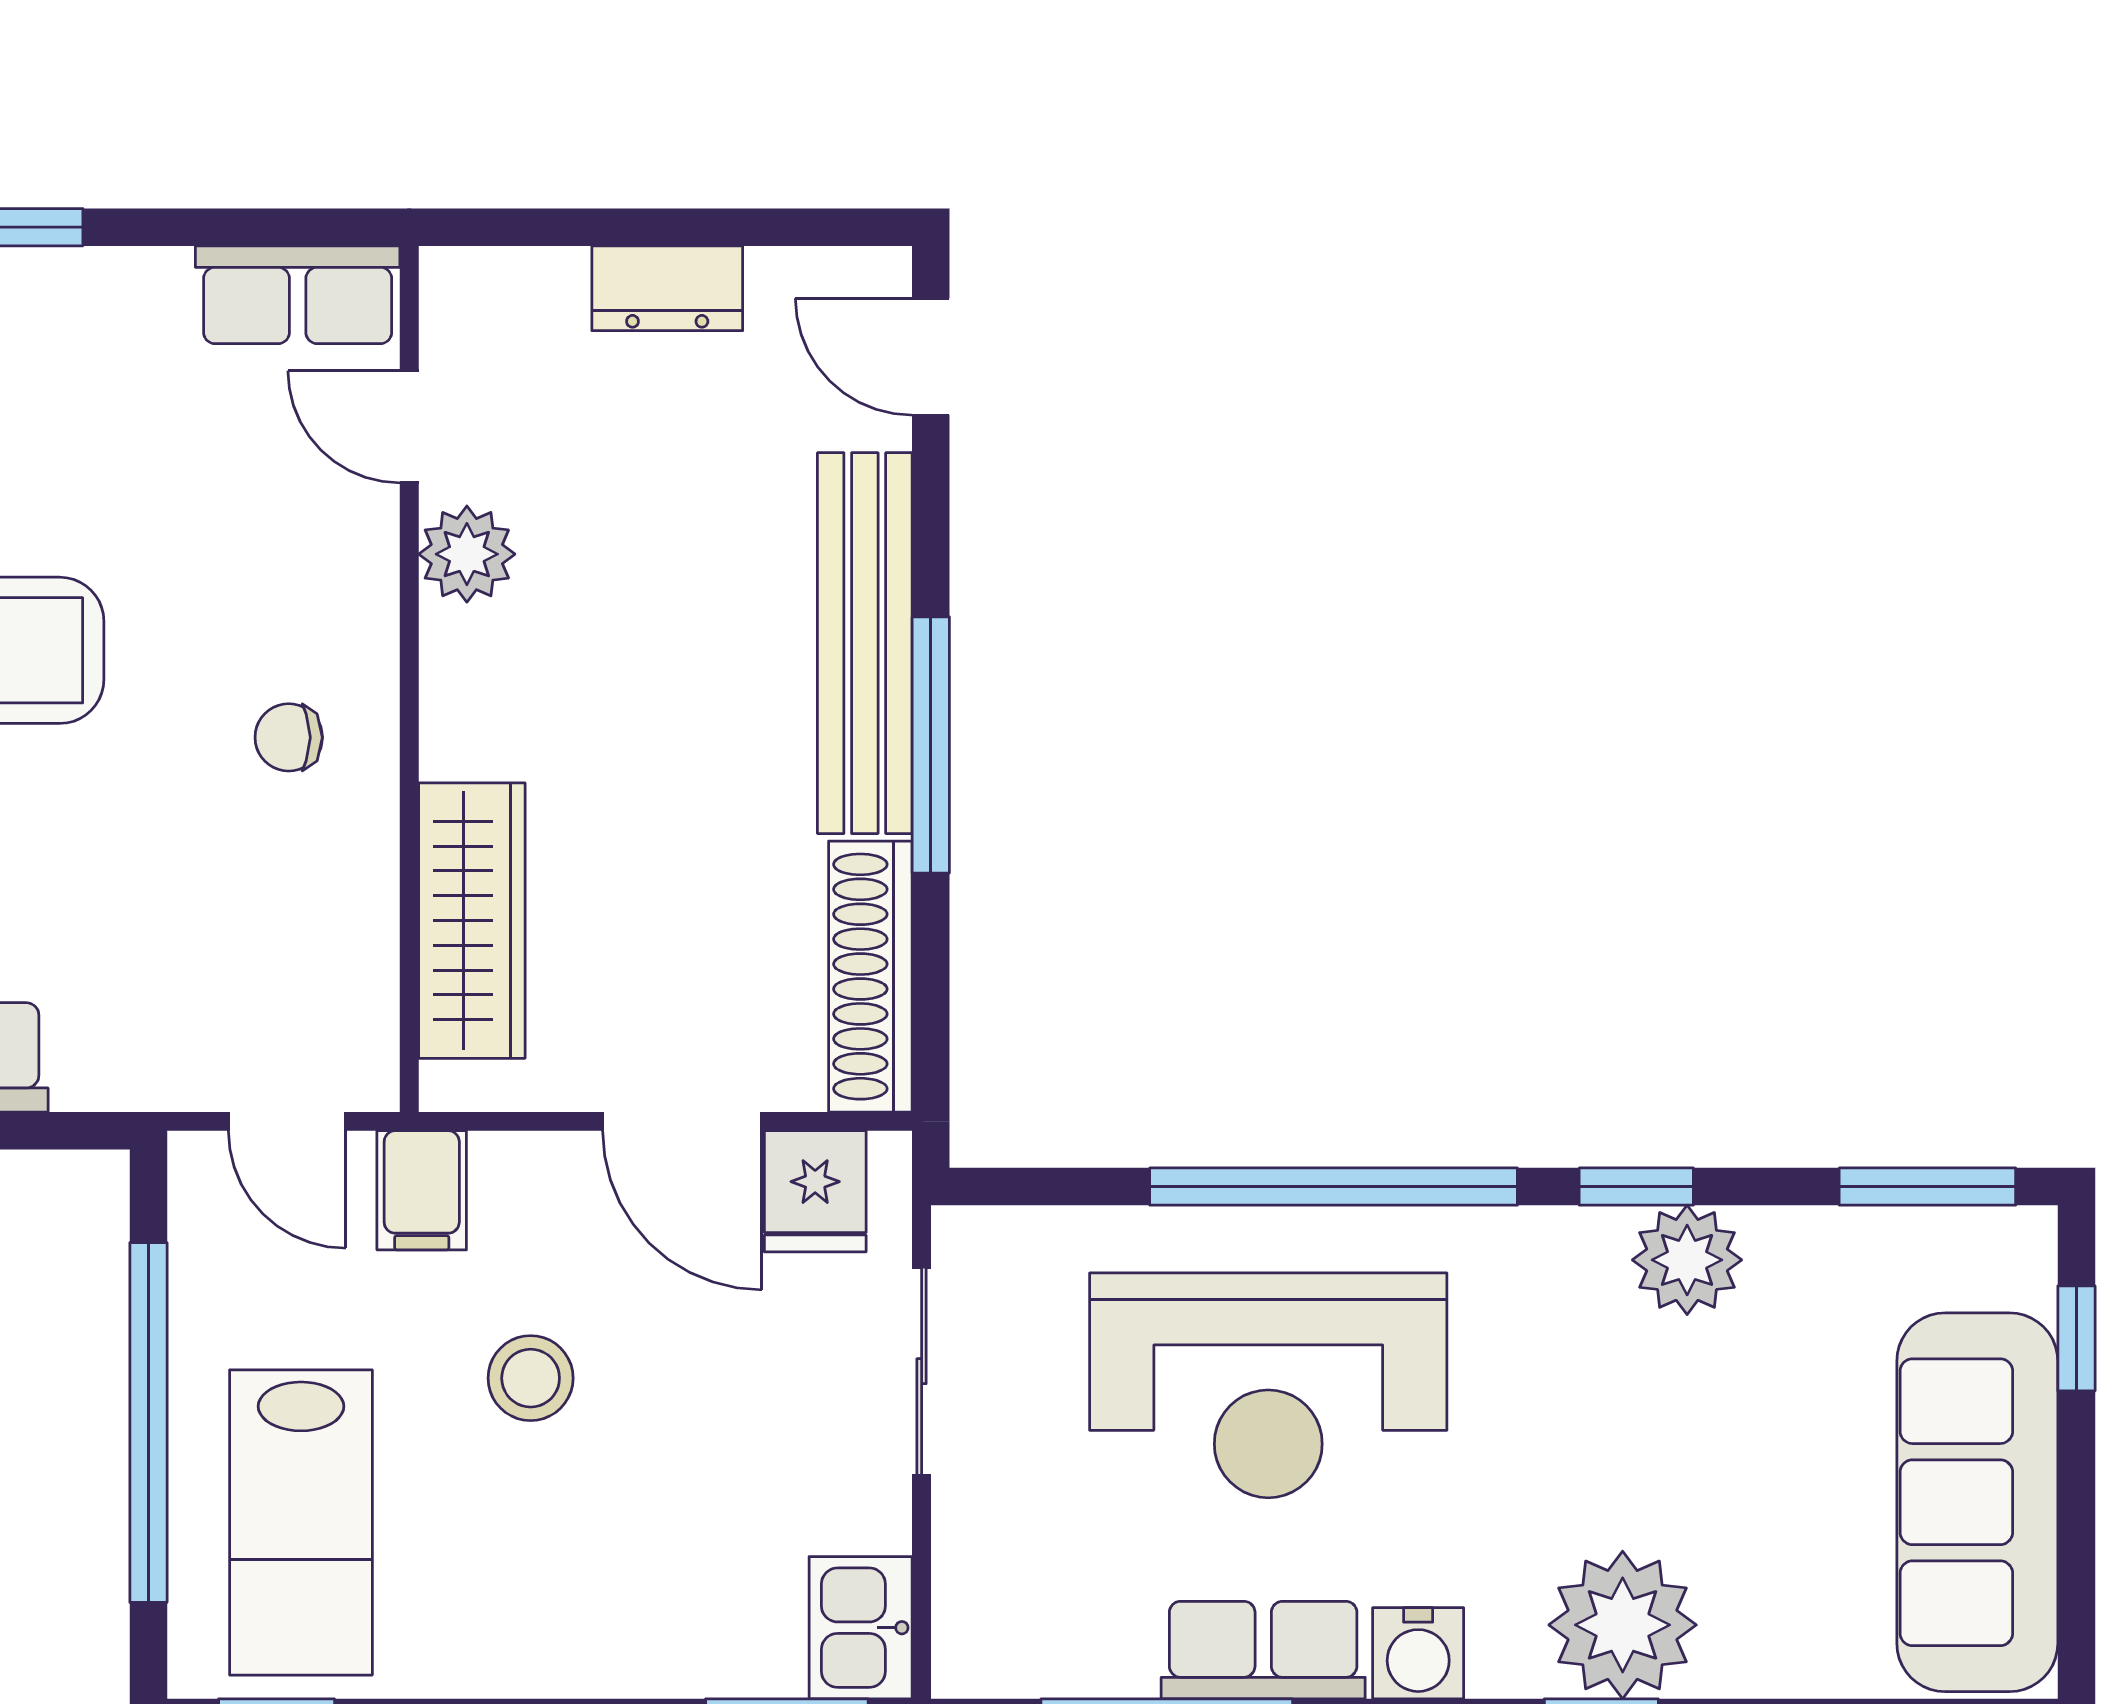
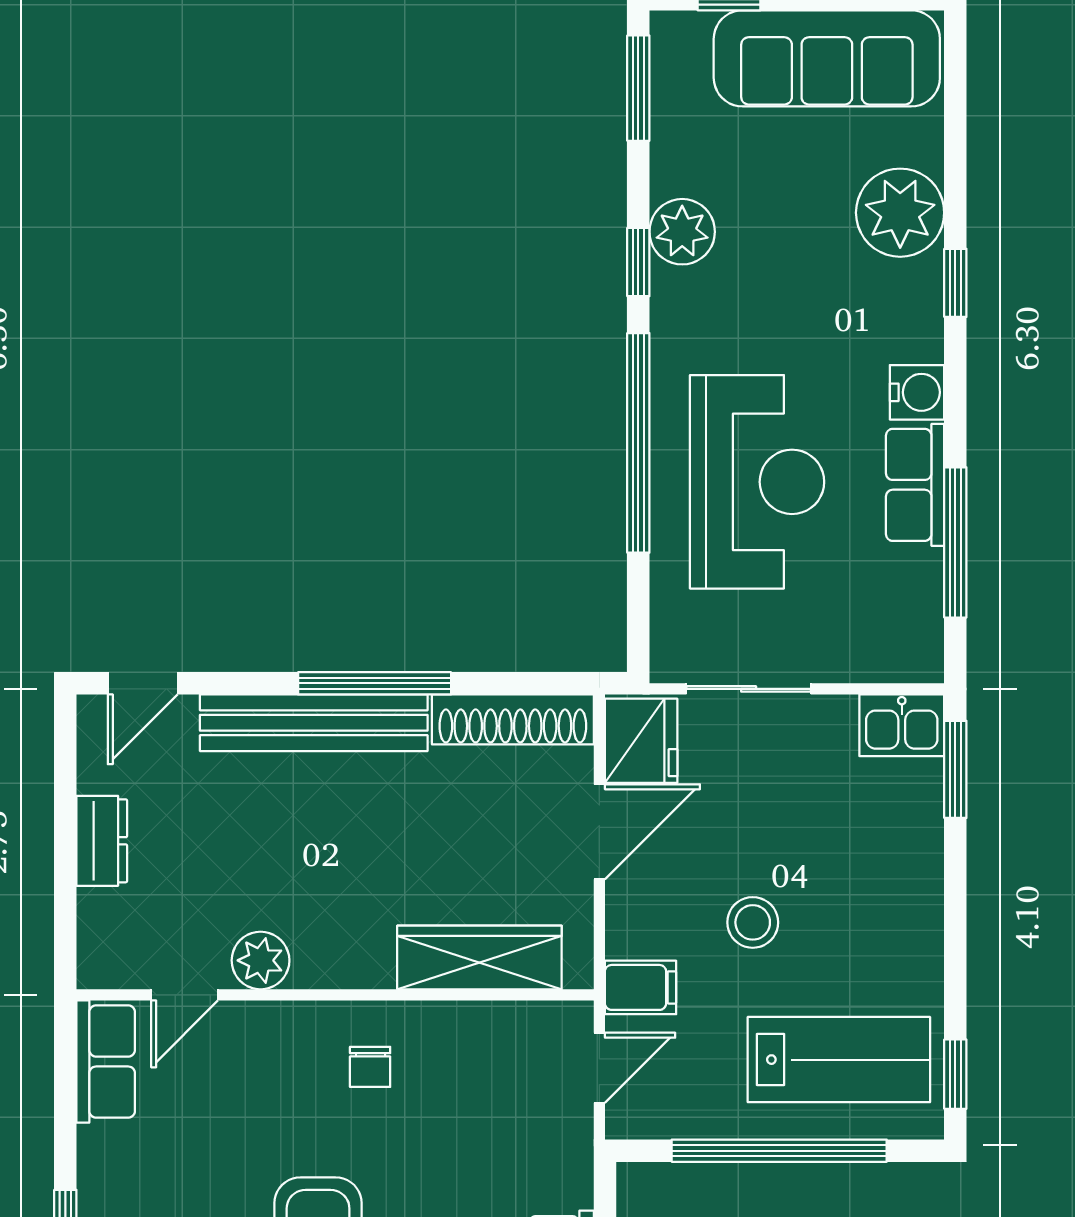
fridge: (815, 1191) -> (641, 741), width x1.38
plant: (1623, 1625) -> (900, 213), moved

